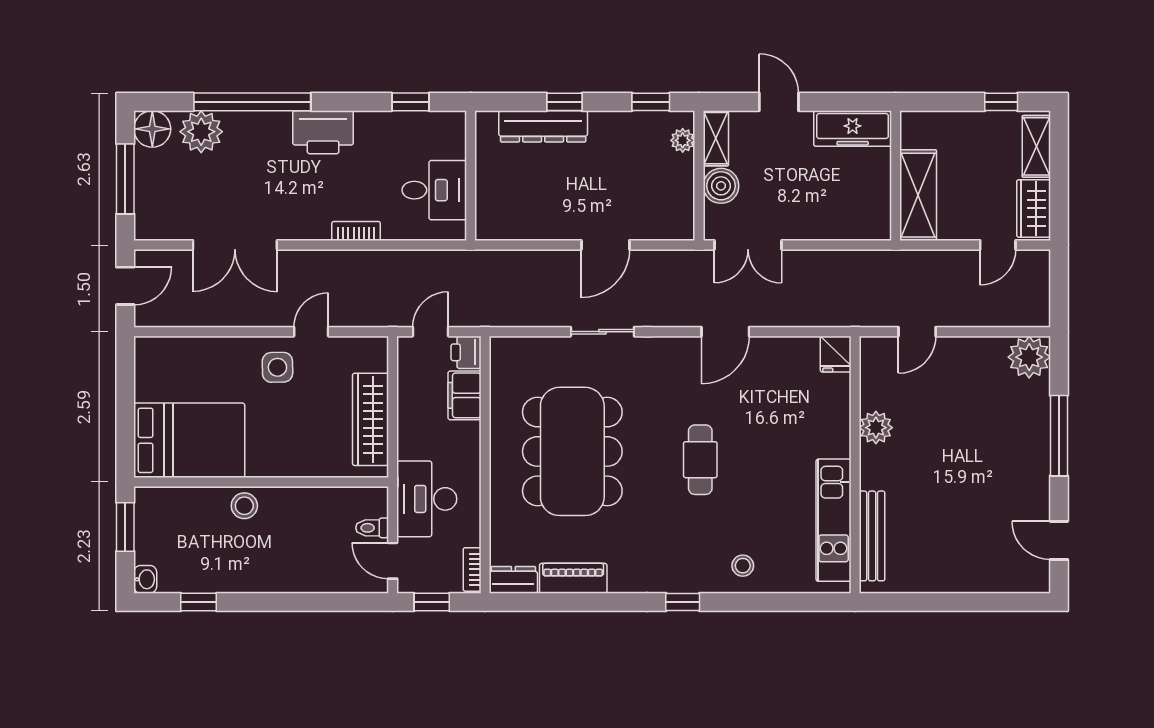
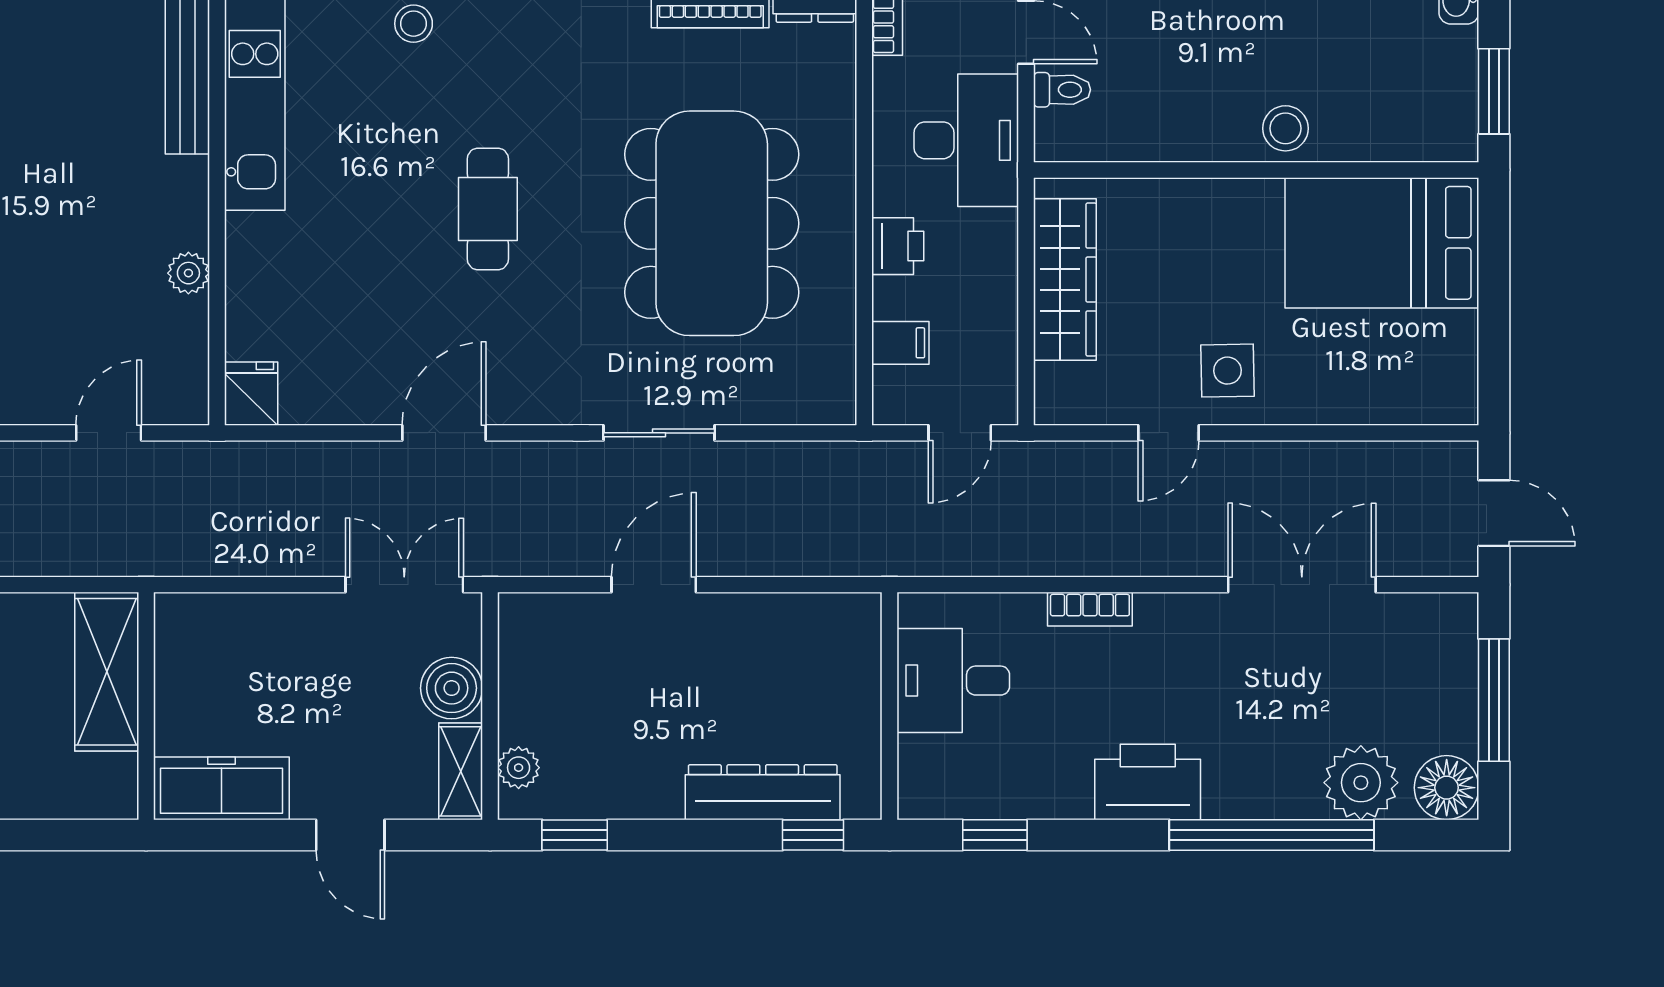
window: (564, 102) -> (813, 835), moved
door: (125, 286) -> (1494, 513), swing flipped
printer: (466, 352) -> (898, 246), moved
filing cabinet: (464, 395) -> (900, 343), width x0.50
plant: (876, 428) -> (188, 273), width x0.73, depth x0.73

